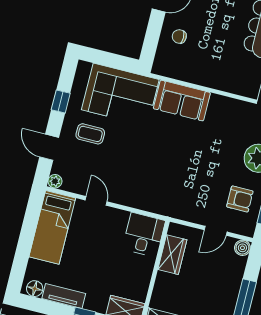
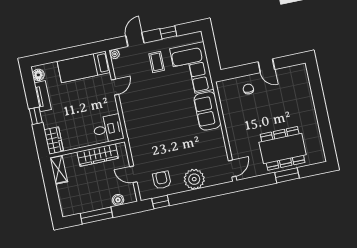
armchair: (240, 199) -> (162, 180), turned 180
boiler: (242, 248) -> (118, 200), moved
wardrobe: (172, 255) -> (98, 155), width x1.50

